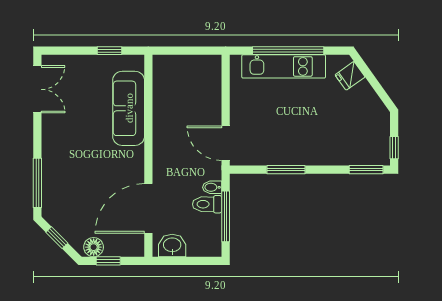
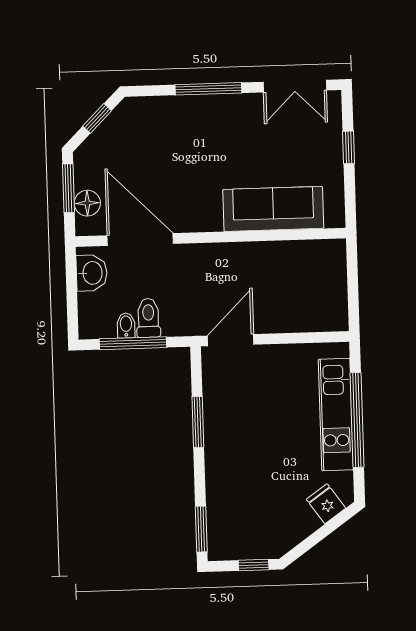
window: (110, 51) -> (348, 147), moved
window: (394, 148) -> (254, 565), moved
window: (37, 183) -> (208, 89), moved
bidet: (212, 187) -> (126, 325), moved
floor lamp: (94, 247) -> (87, 203), moved
window: (108, 261) -> (68, 188), width x1.50

